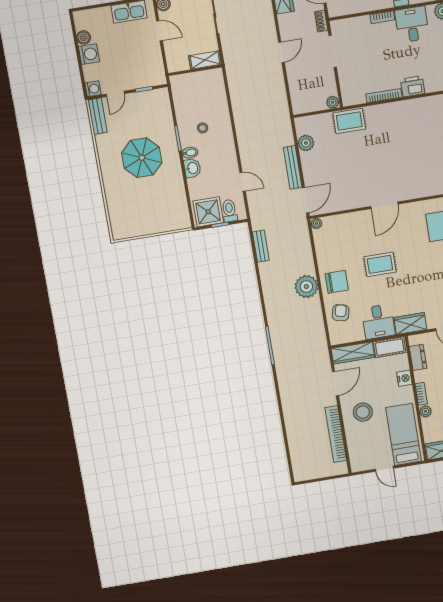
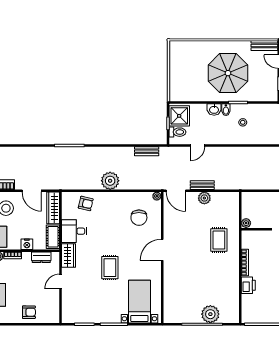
rug: (349, 121) -> (219, 240), moved
plant: (306, 143) -> (204, 198), moved
parasol: (142, 158) -> (228, 73), width x1.36, depth x1.36
bench: (293, 167) -> (202, 185), width x0.73
door: (384, 205) -> (162, 250), hinge flipped
rug: (380, 264) -> (110, 268), moved
chair: (337, 282) -> (139, 218), moved

